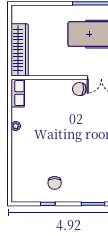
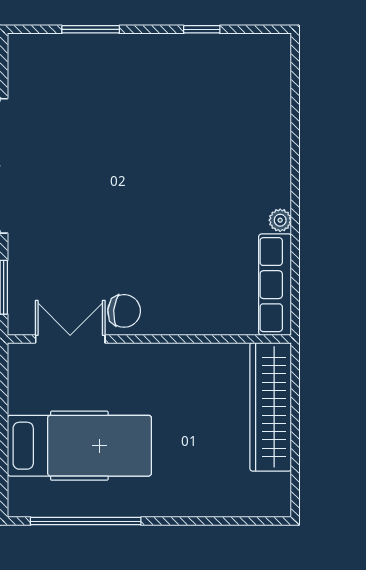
row of seats: (18, 93) -> (275, 285), width x1.48
chair: (55, 183) -> (185, 81), removed

